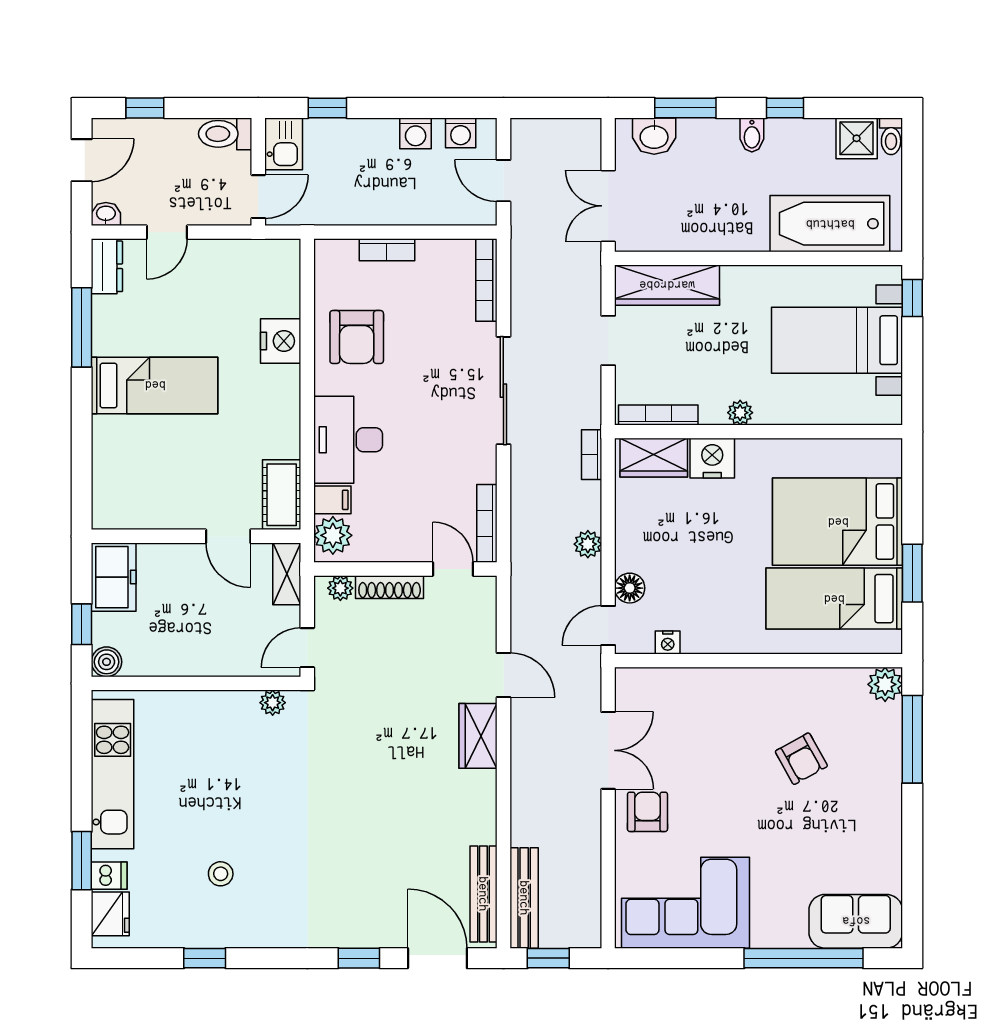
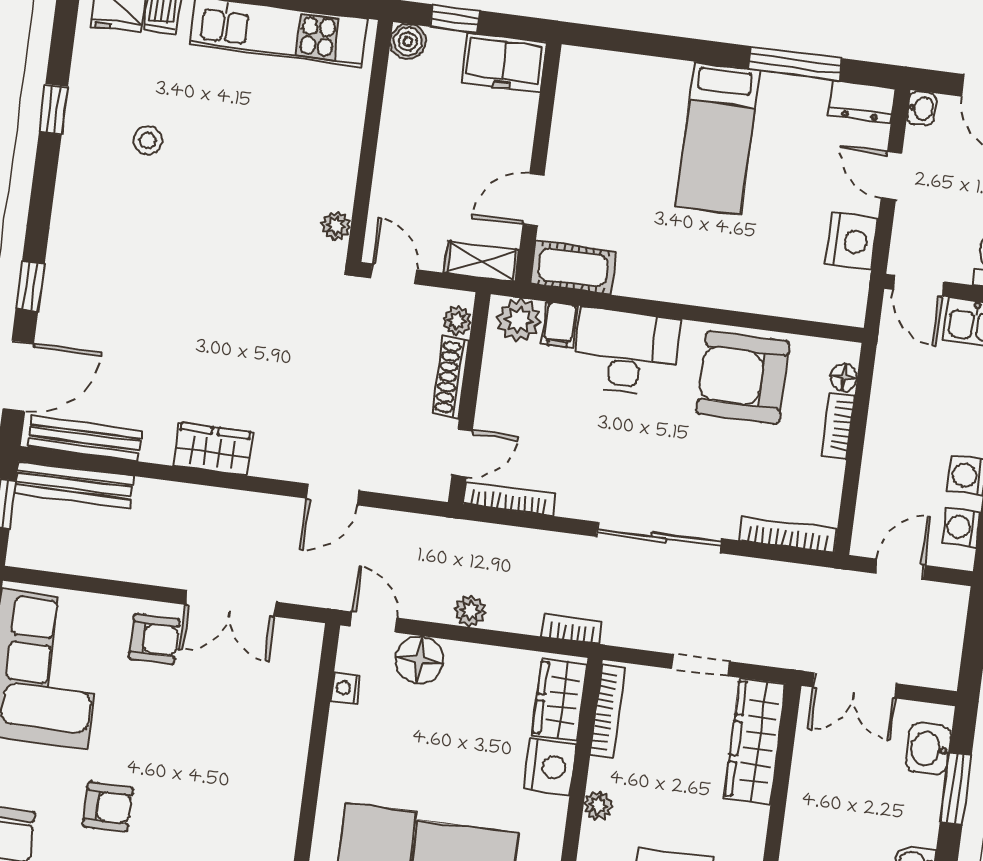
double door: (608, 206) -> (855, 685), swing flipped
floor lamp: (345, 250) -> (844, 377), added
armchair: (357, 337) -> (743, 377), width x1.36, depth x1.36
nightstand: (281, 341) -> (852, 241), moved, turned -90
floor lamp: (630, 588) -> (419, 660), width x1.38, depth x1.38
wardrobe: (478, 736) -> (213, 449), moved
armchair: (801, 759) -> (108, 807), moved, turned -151

